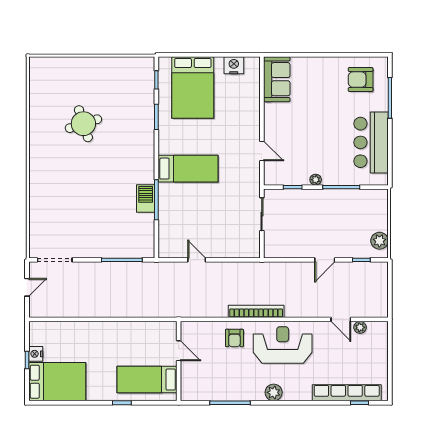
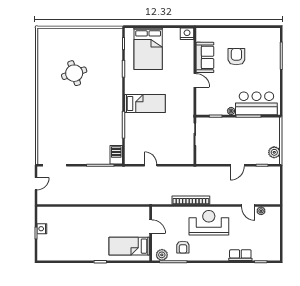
nightstand: (234, 65) -> (187, 34), moved
sofa: (277, 79) -> (205, 57), moved
armchair: (361, 80) -> (236, 57), moved, turned 90
bar counter: (371, 142) -> (256, 103), moved, turned 90
door: (262, 151) -> (195, 80), moved
barbecue: (146, 198) -> (116, 155), moved
armchair: (234, 338) -> (183, 247), moved
door: (179, 351) -> (151, 227), moved
wall: (179, 361) -> (151, 234), moved
bed: (147, 380) -> (129, 246), moved
bed: (57, 382) -> (56, 248), removed
plant: (274, 392) -> (162, 255), moved
row of seats: (347, 393) -> (240, 255), width x0.50

